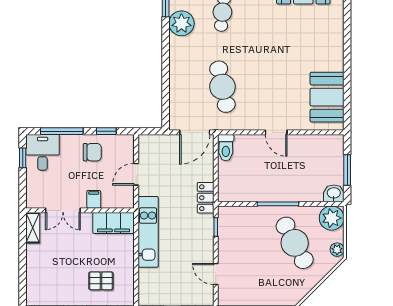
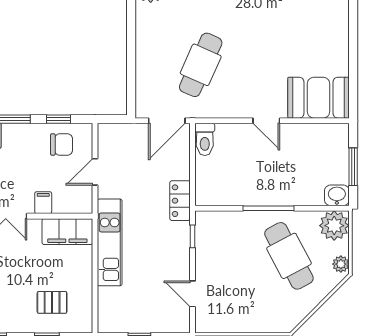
cafe table: (222, 87) -> (201, 65), turned 36
booth: (327, 97) -> (319, 98), moved, turned 90
chair: (92, 152) -> (62, 145), moved

